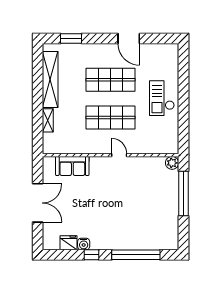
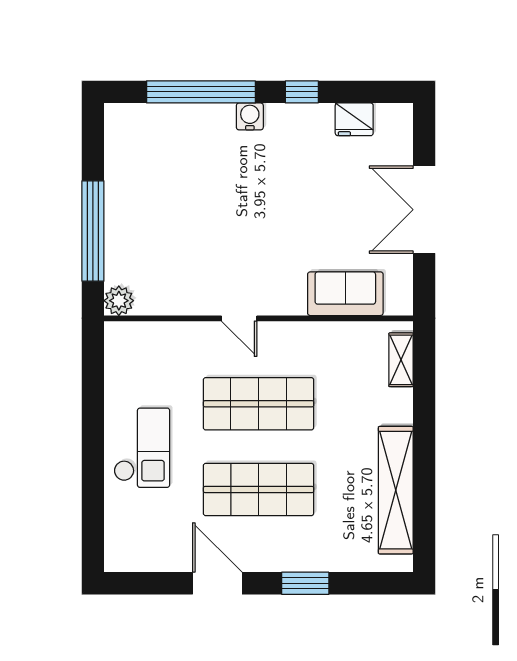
window: (71, 38) -> (305, 583), moved
shelving: (48, 120) -> (401, 360), moved
water cooler: (84, 244) -> (250, 116), moved

